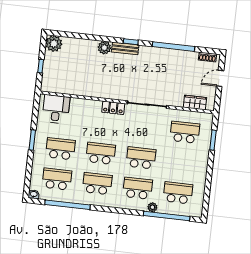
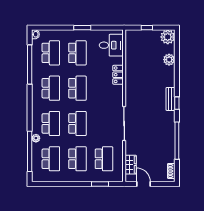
plant: (104, 48) -> (169, 60), moved
door: (220, 78) -> (143, 184), moved
locker: (113, 108) -> (118, 75), moved
school desk: (181, 163) -> (77, 159), added

